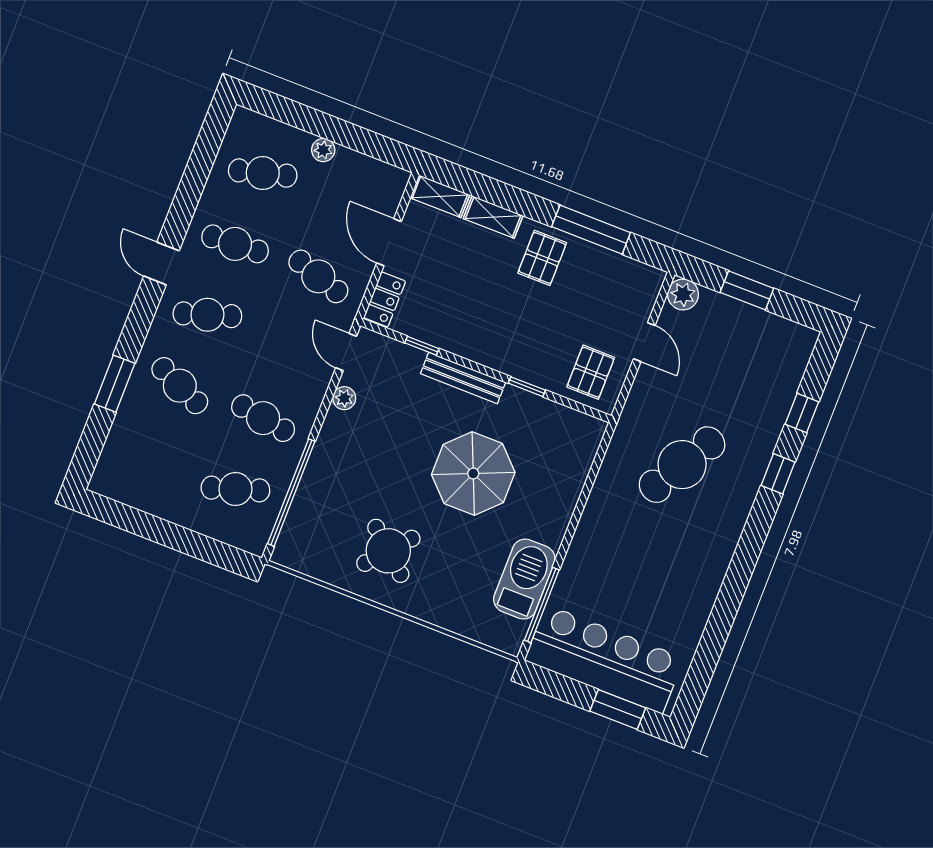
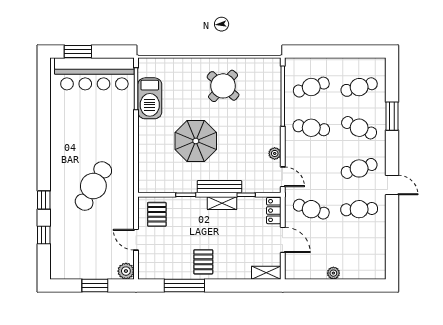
cafe table: (263, 173) -> (359, 87), moved
shelving: (493, 217) -> (222, 203), moved

